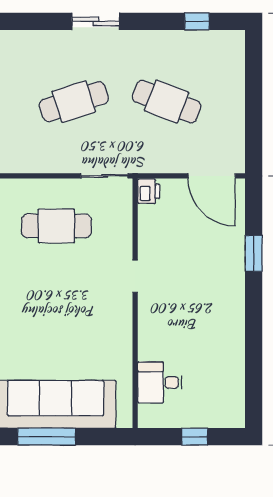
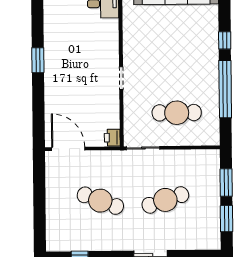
window: (254, 253) -> (38, 60), moved

